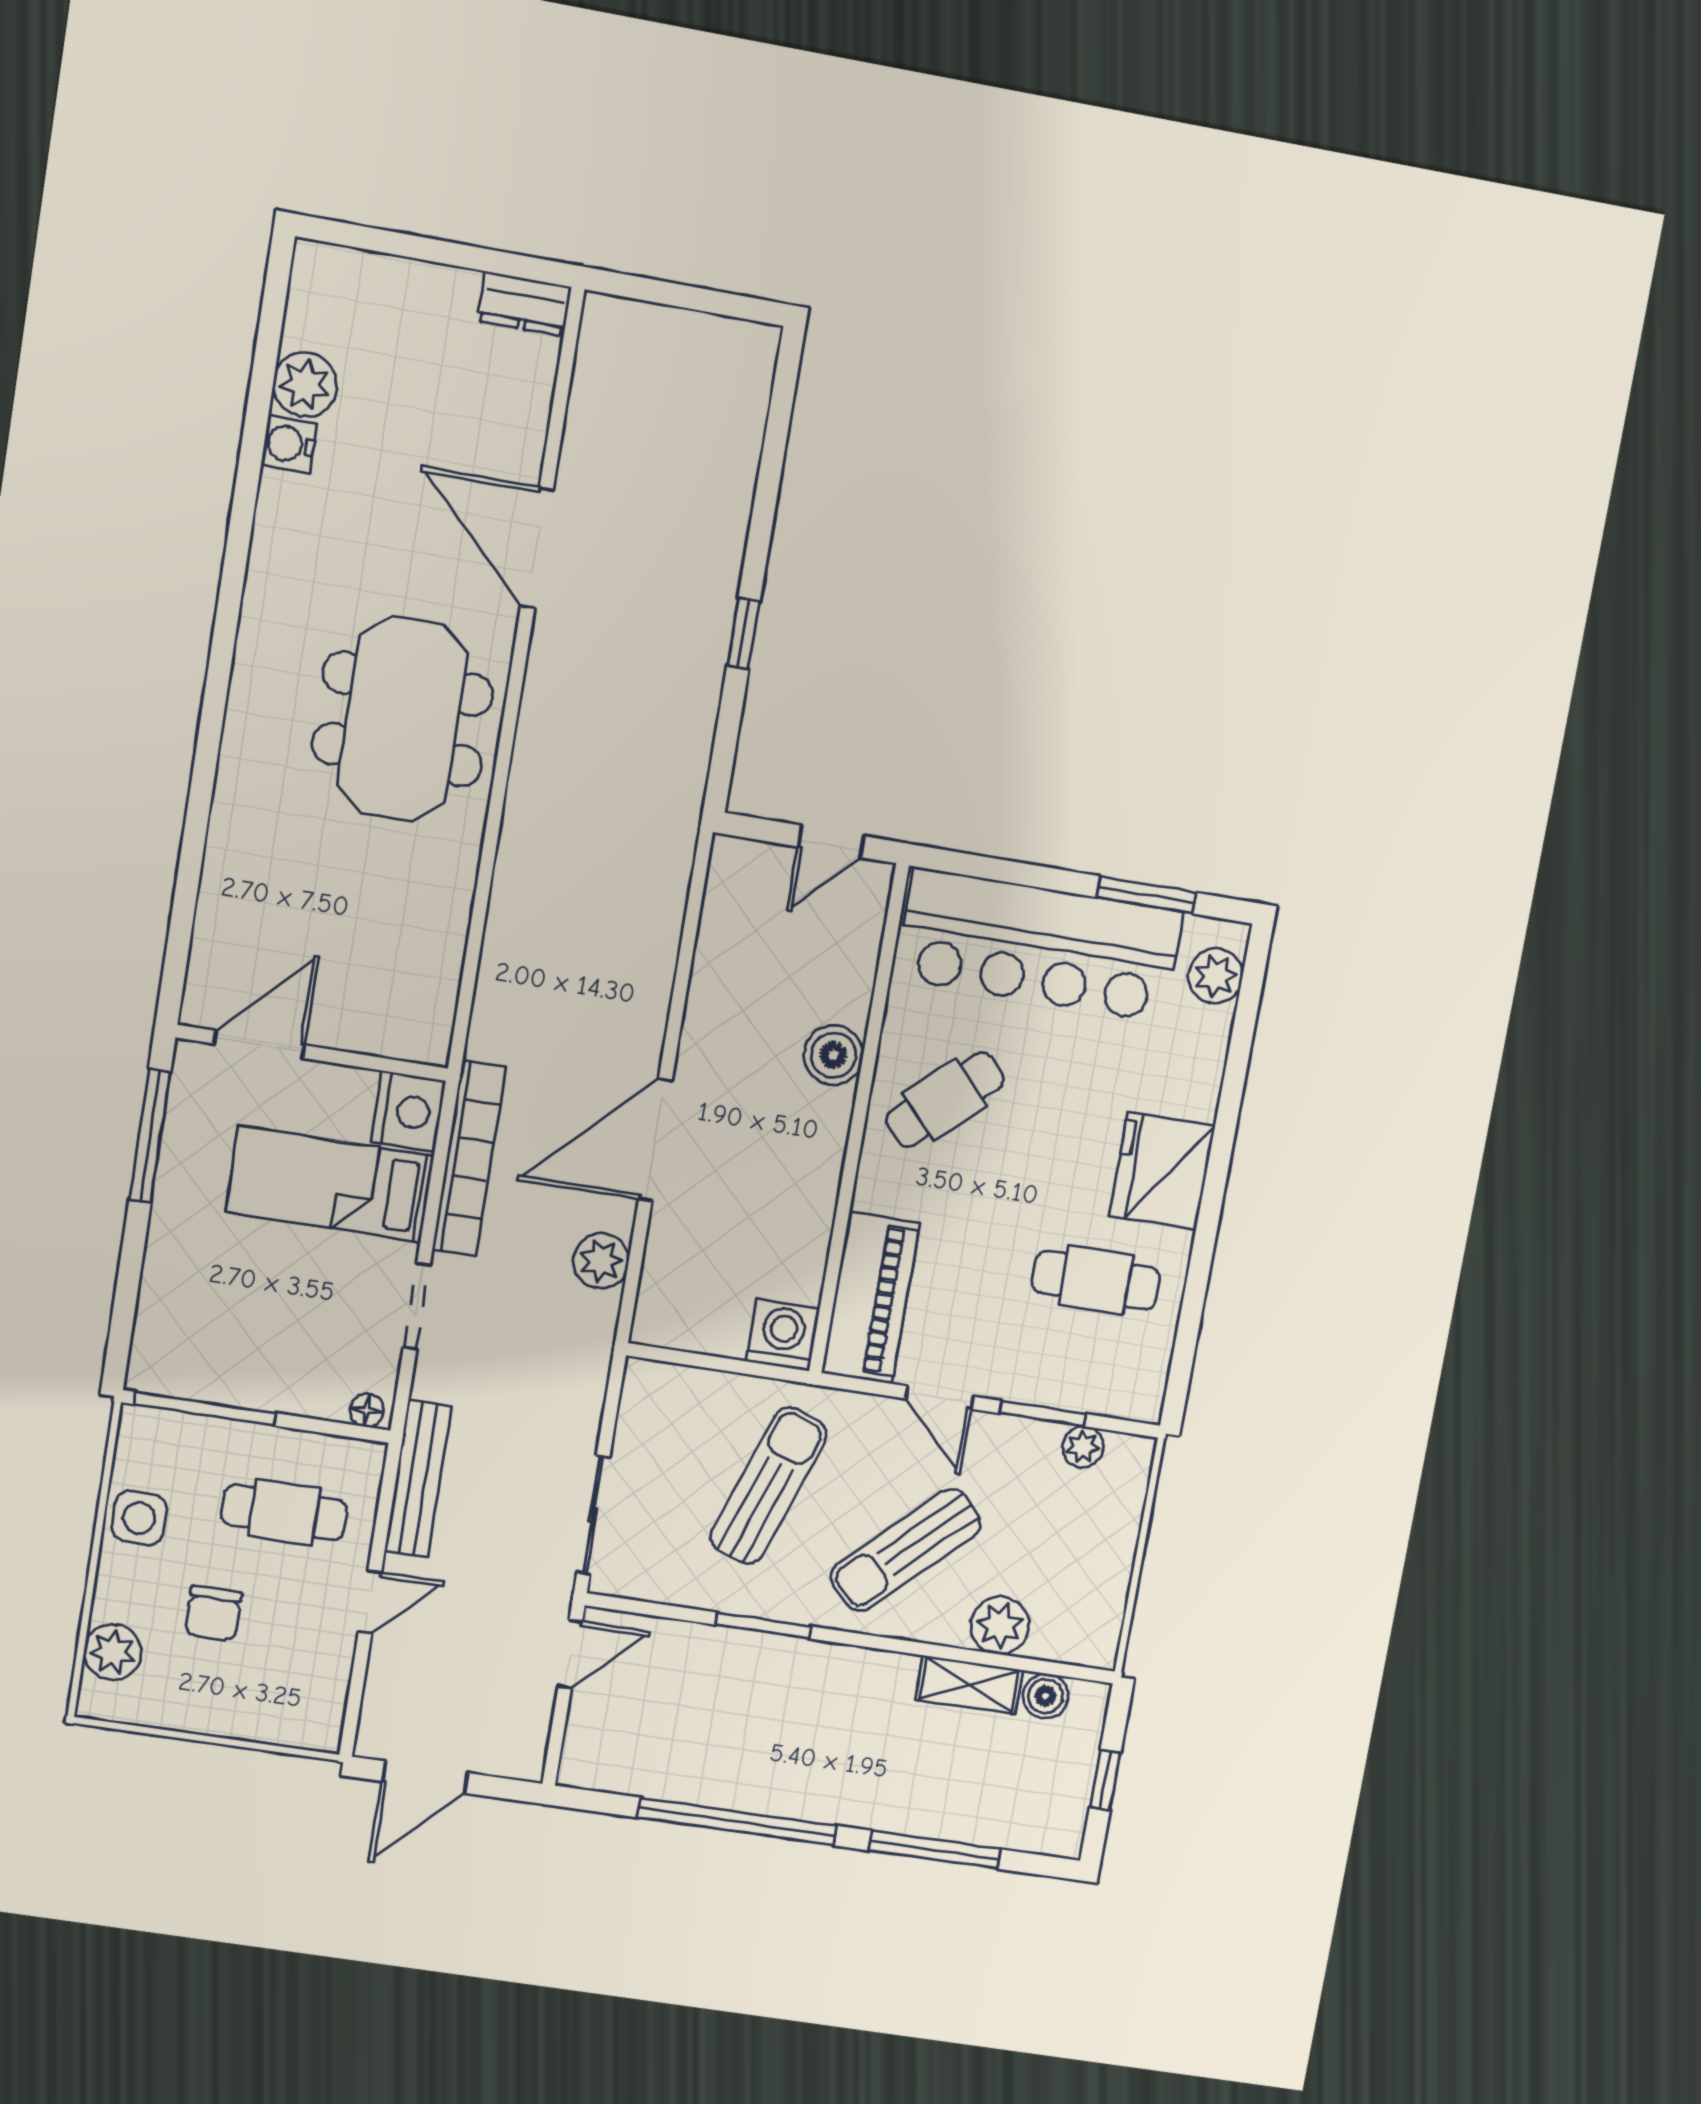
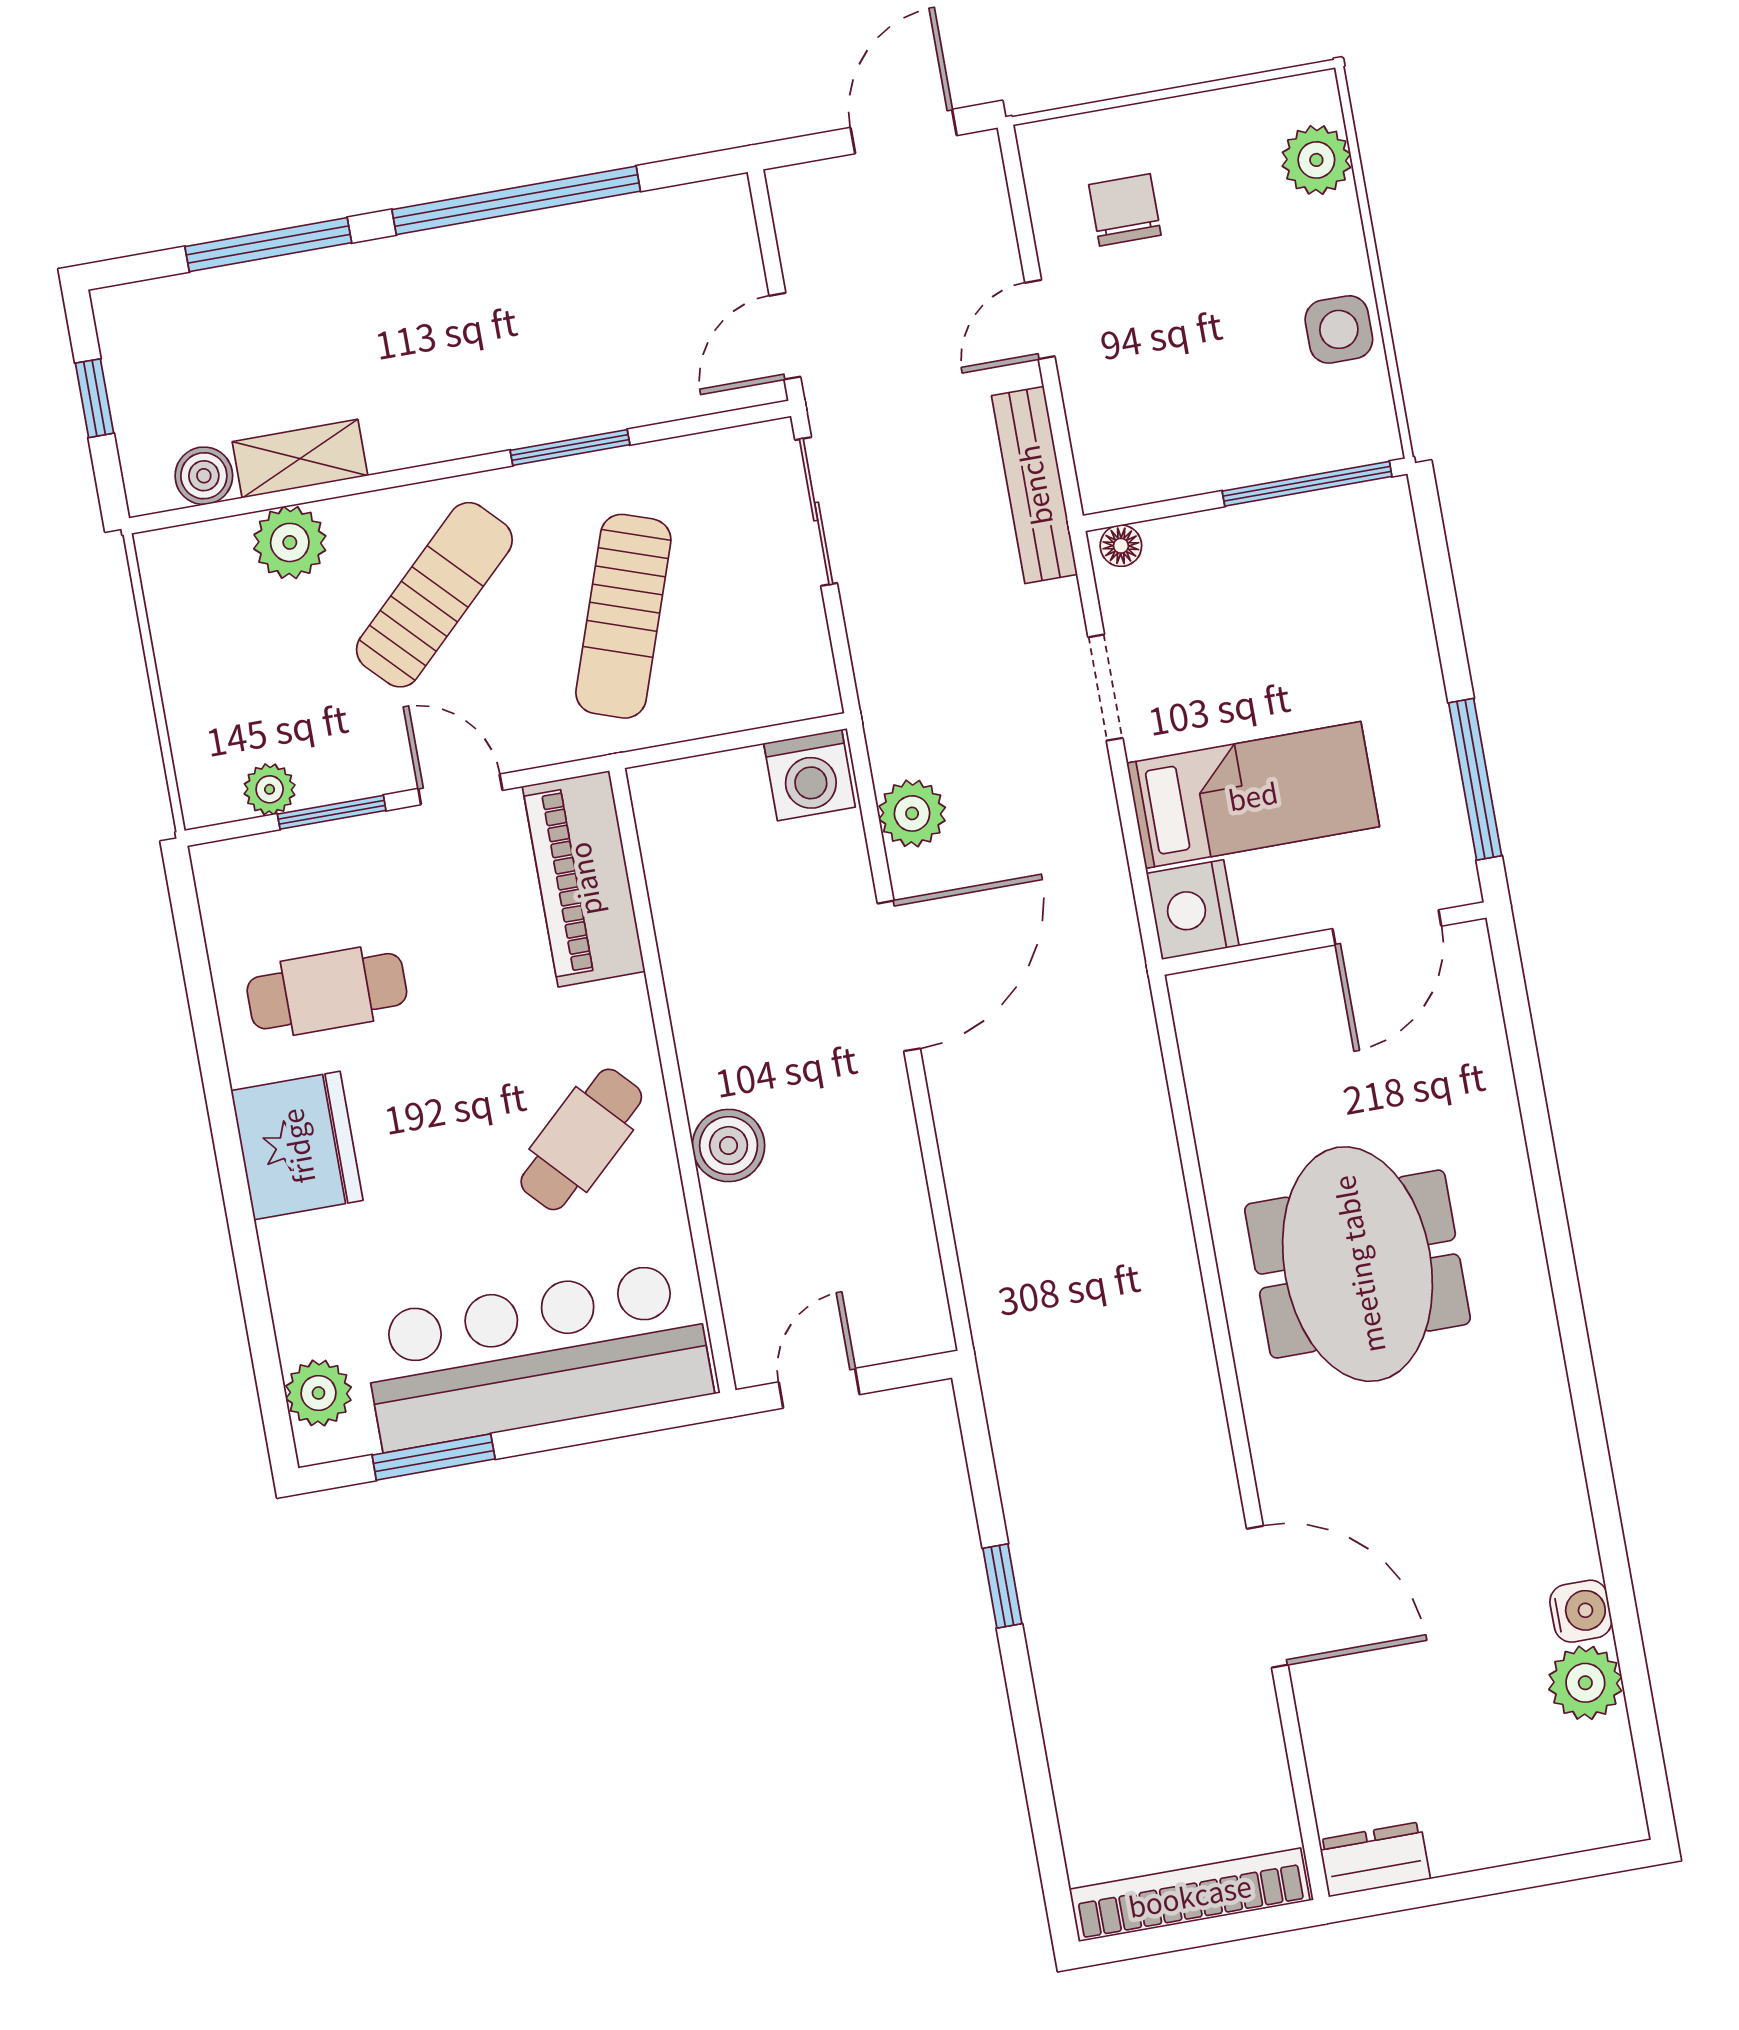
meeting table: (402, 719) -> (1358, 1264), moved
bookcase: (469, 1158) -> (1190, 1895), moved, turned 90
washing machine: (783, 1335) -> (809, 775), moved
cafe table: (284, 1512) -> (1175, 393), removed
chair: (213, 1613) -> (1125, 210), moved

